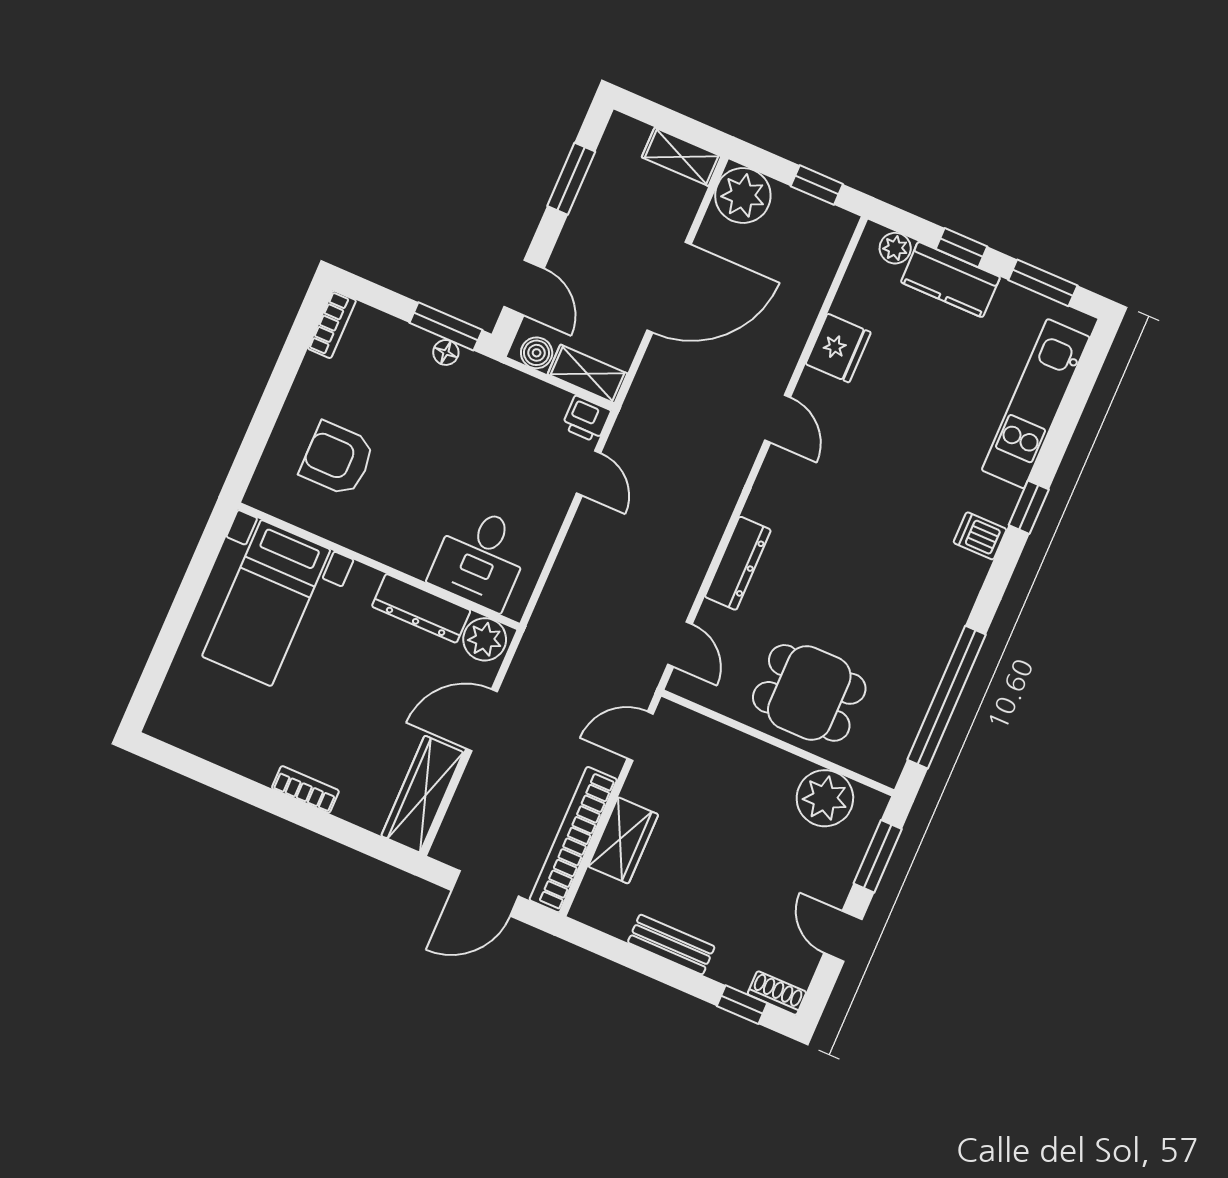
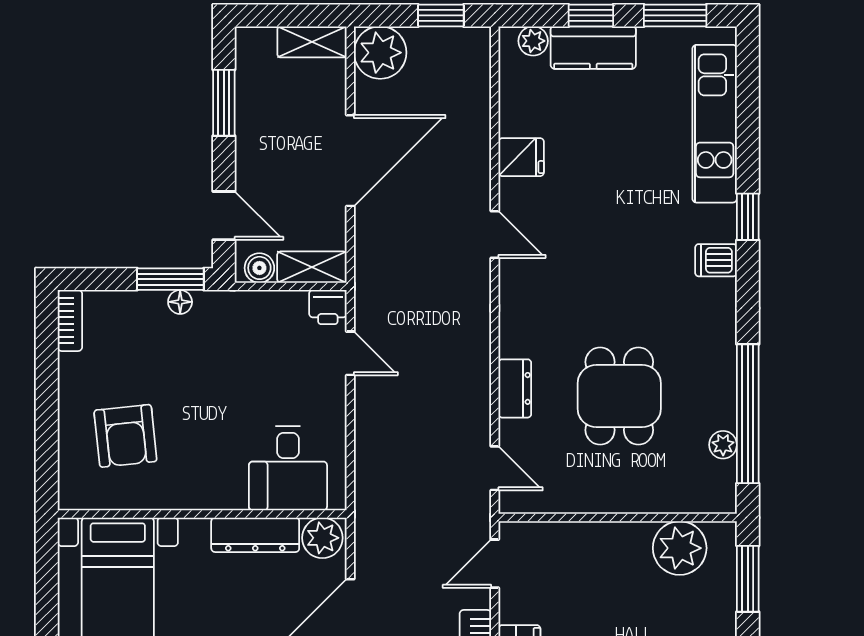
fridge: (838, 348) -> (521, 157), width x0.72
armchair: (337, 459) -> (125, 436), turned -96
dresser: (738, 563) -> (515, 388), width x0.70
dining table: (809, 693) -> (619, 396), moved, turned 90
plant: (910, 717) -> (723, 445), added

